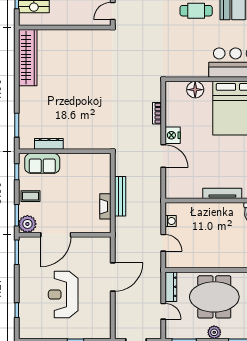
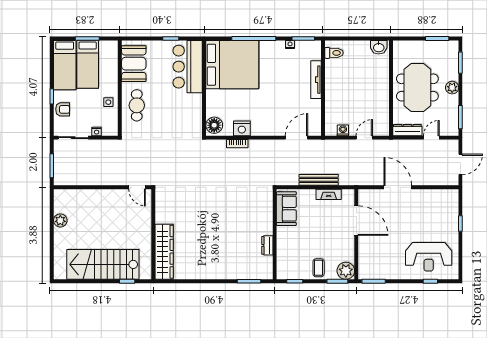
wardrobe: (28, 58) -> (164, 252), moved, turned 90
floor lamp: (195, 90) -> (214, 125), moved
nightstand: (173, 135) -> (242, 128), moved
dresser: (49, 144) -> (267, 245), width x0.70
door: (163, 156) -> (296, 138), moved
sofa: (42, 163) -> (286, 209), moved
door: (56, 235) -> (356, 221), moved
reception desk: (63, 294) -> (429, 257), moved

